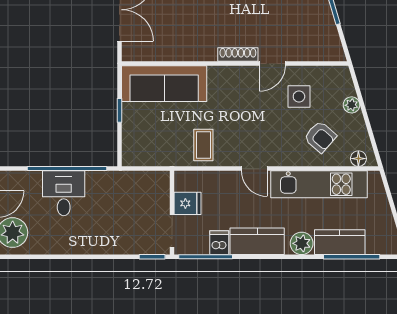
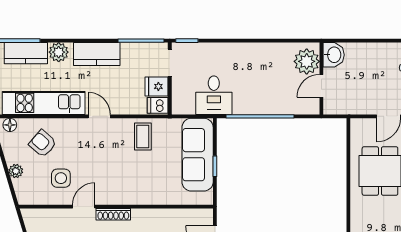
sofa: (164, 84) -> (198, 155), moved, turned -90
desk: (64, 193) -> (214, 95), moved
dishwasher: (219, 243) -> (158, 105), moved, turned 90

